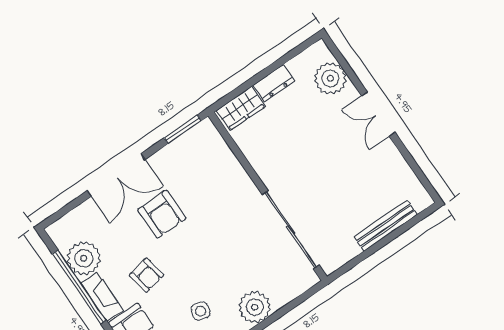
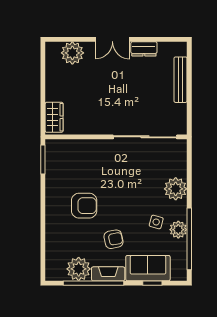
dresser: (274, 83) -> (144, 49), moved, turned 90
double door: (116, 175) -> (43, 217), removed

